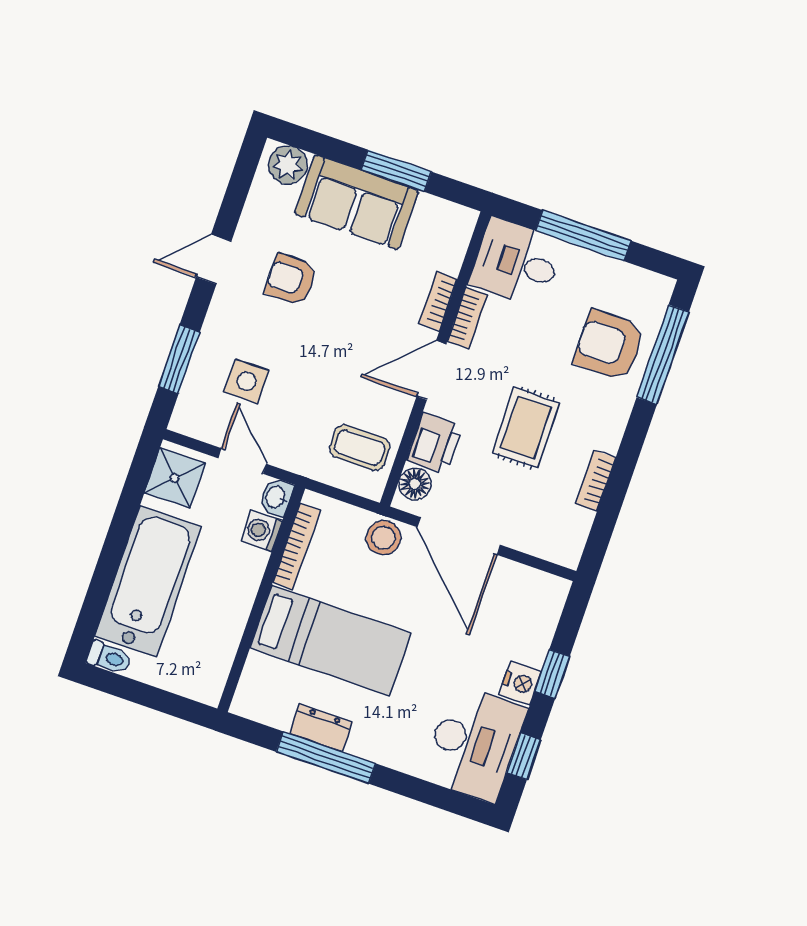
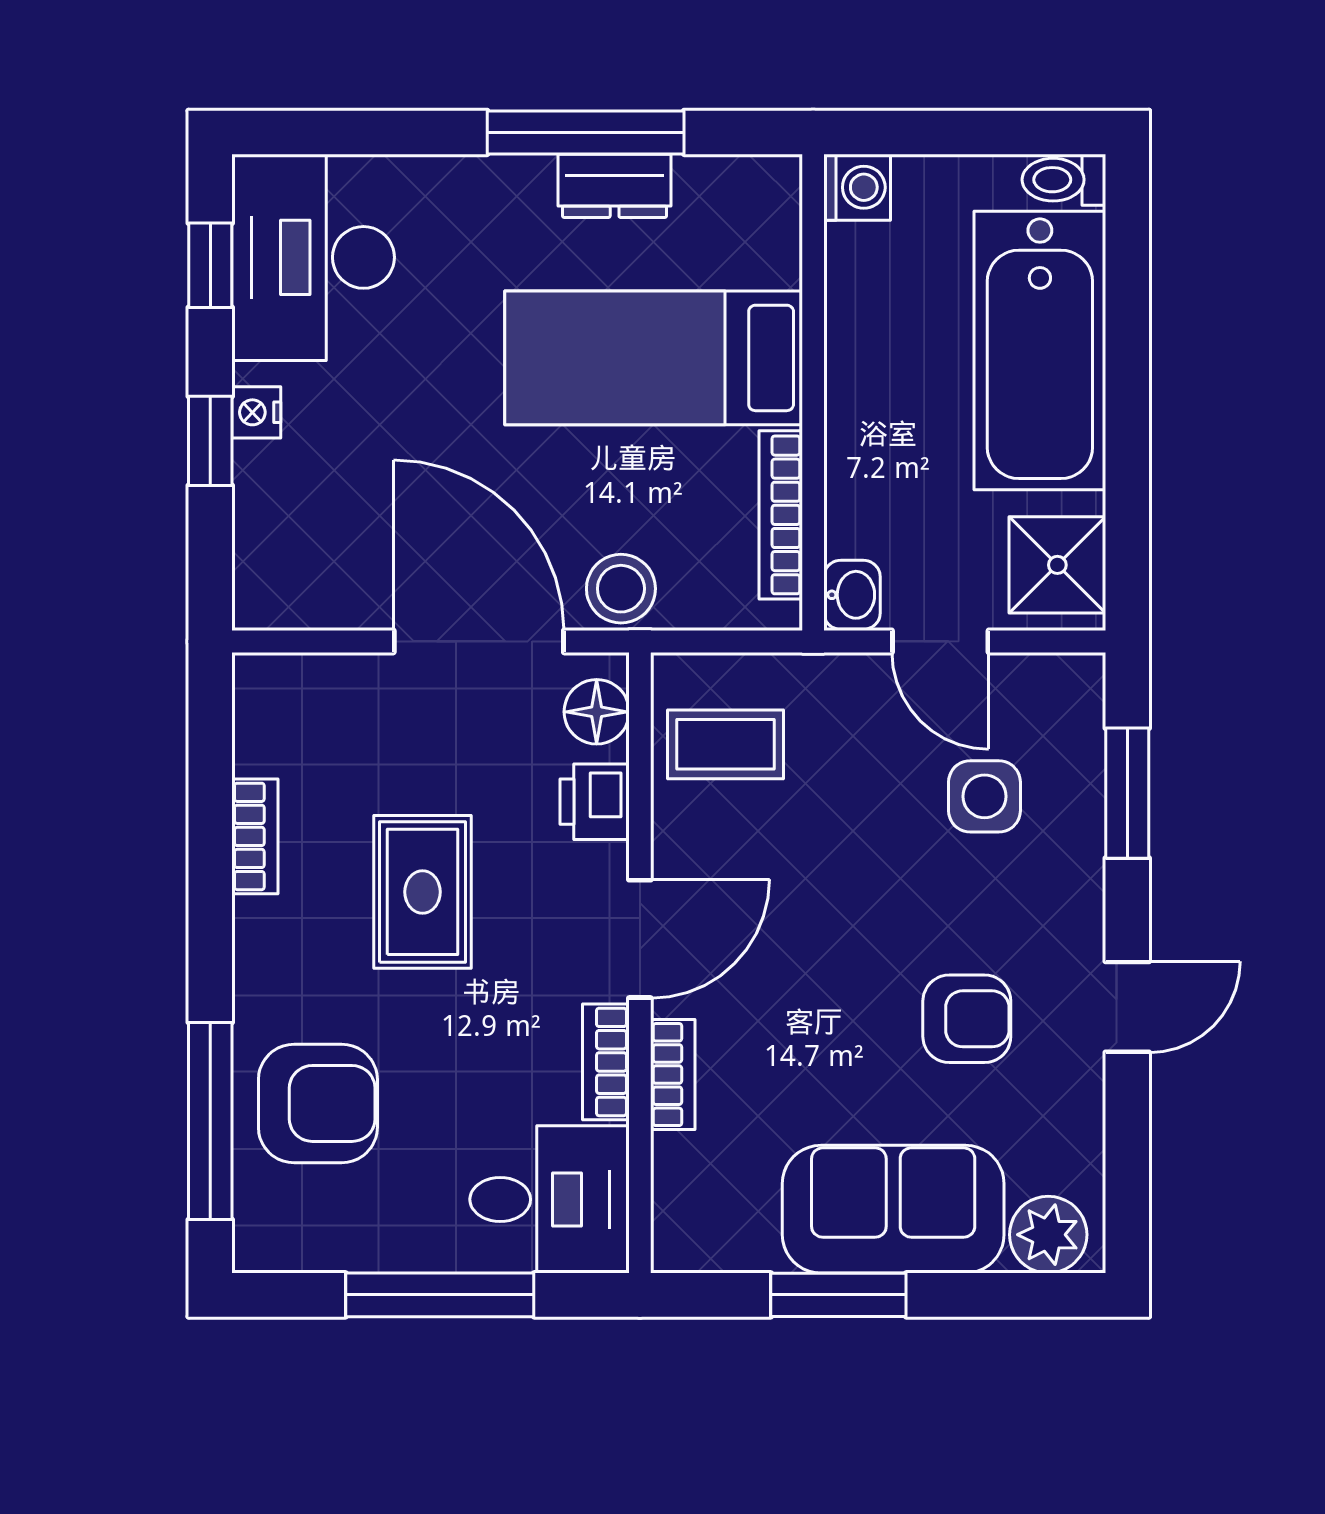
printer: (434, 443) -> (595, 802), width x0.73, depth x0.81
washing machine: (262, 531) -> (857, 187), moved
nightstand: (520, 683) -> (256, 412), width x0.72, depth x0.74

